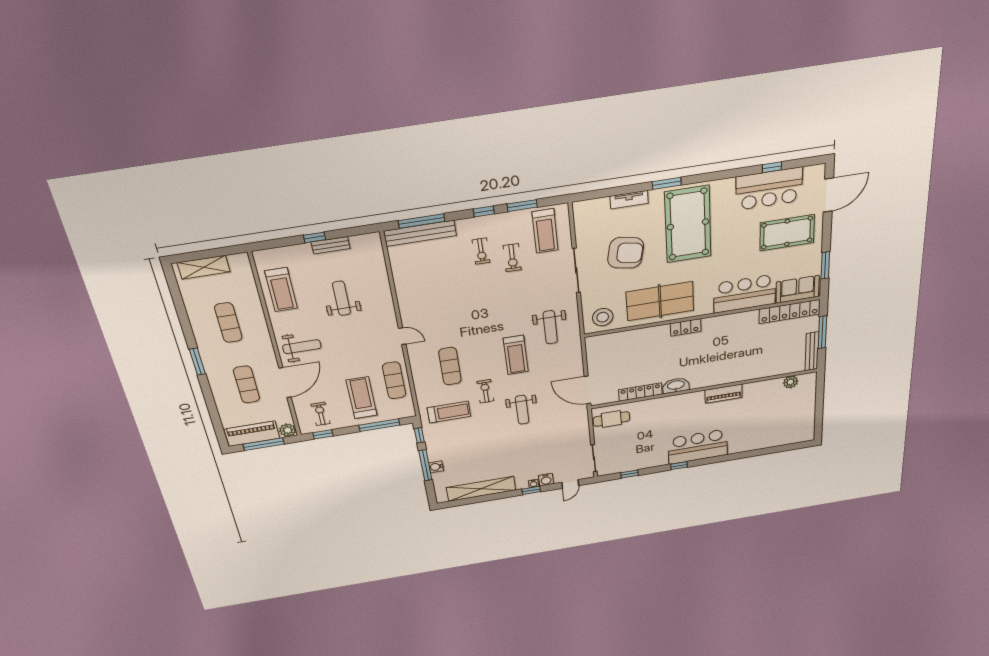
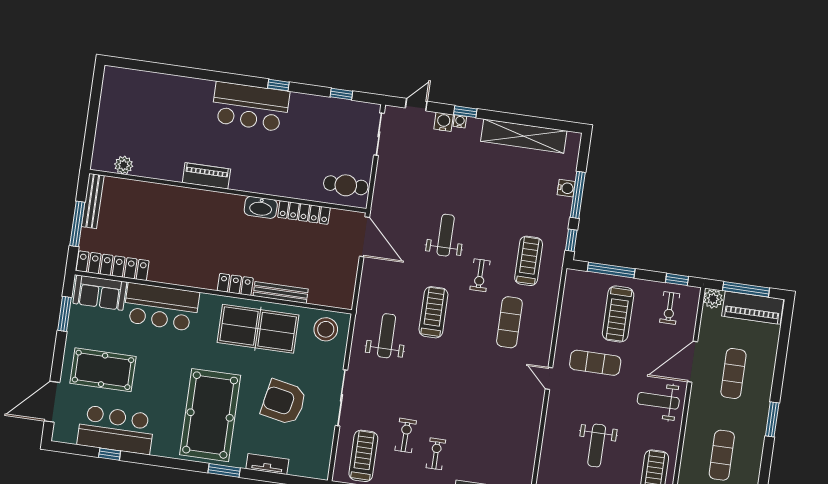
bench: (647, 332) -> (281, 292), added
exercise mat: (394, 380) -> (595, 363), moved, turned 90
treadmill: (449, 412) -> (529, 261), turned 90

